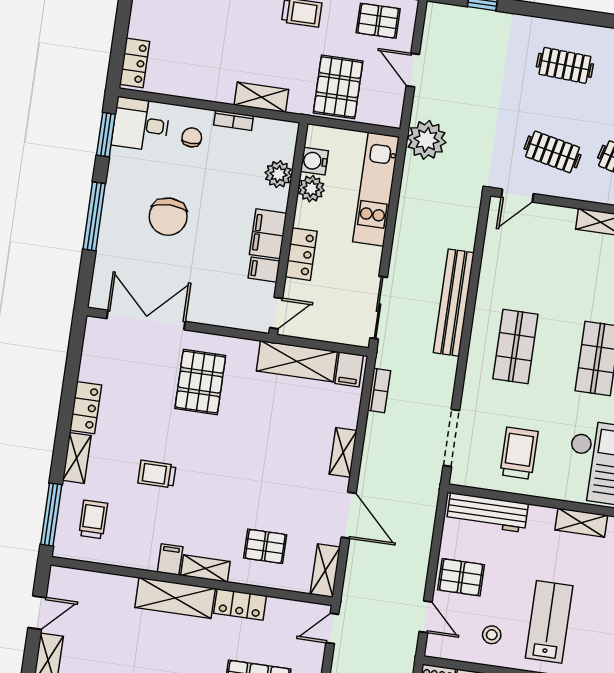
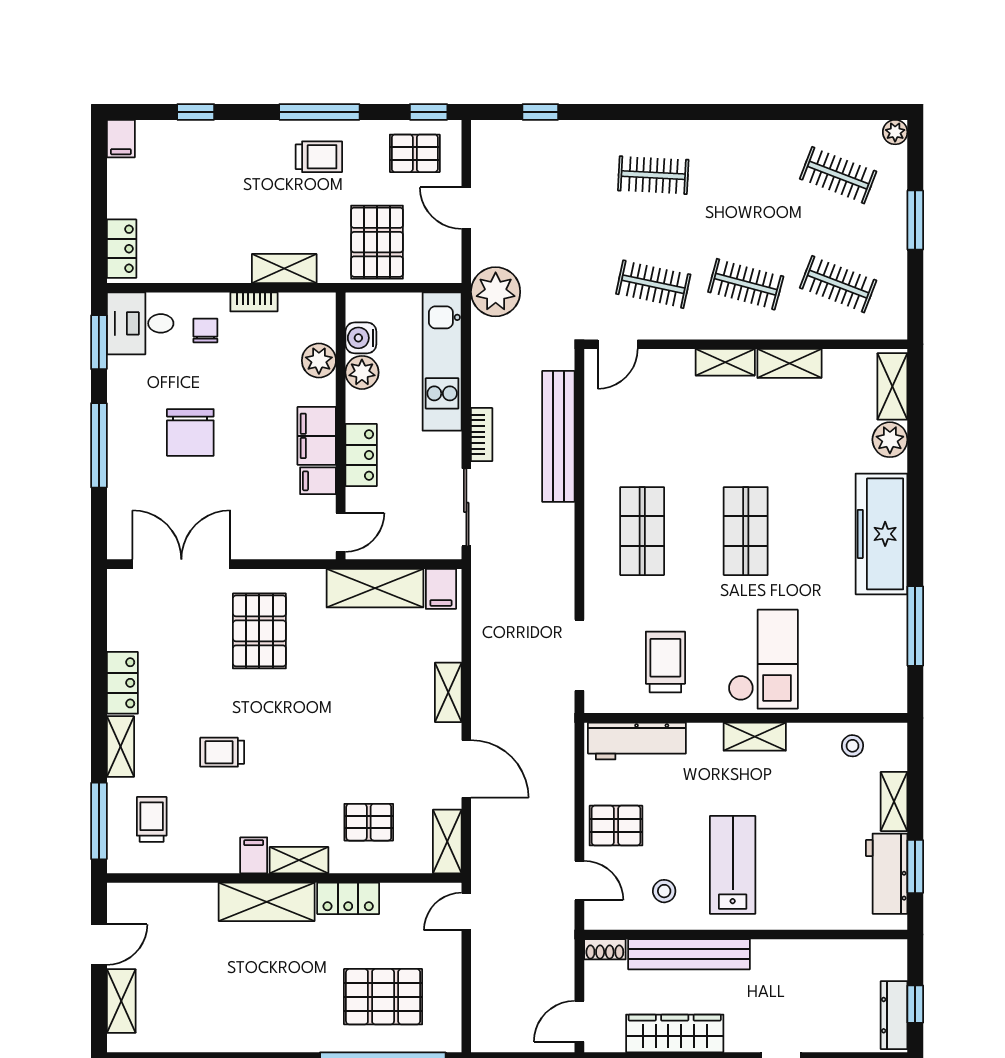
bench: (454, 303) -> (558, 436), moved
bookcase: (379, 390) -> (482, 435), moved

